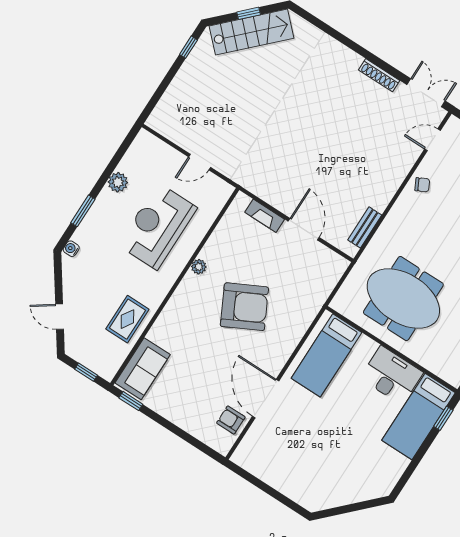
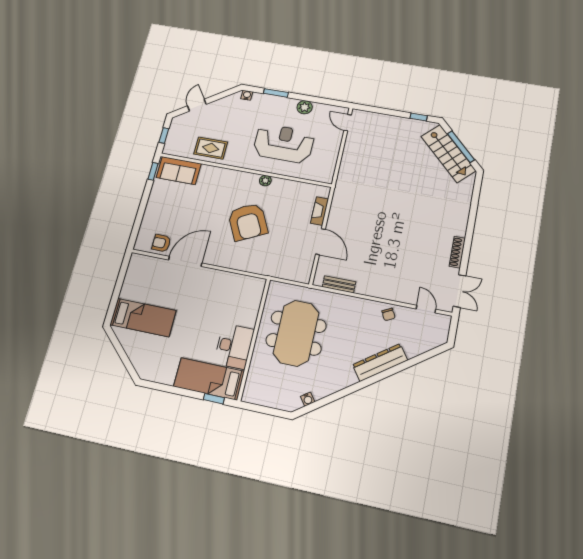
window: (249, 13) -> (461, 147), width x2.17
door: (200, 162) -> (348, 123), moved
door: (304, 229) -> (320, 242), hinge flipped
bed: (327, 355) -> (143, 318), moved, turned 180
armchair: (231, 420) -> (161, 243), turned -90

